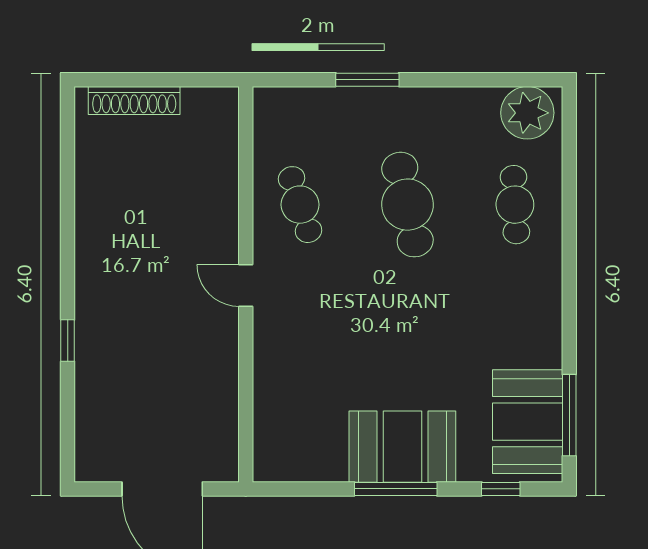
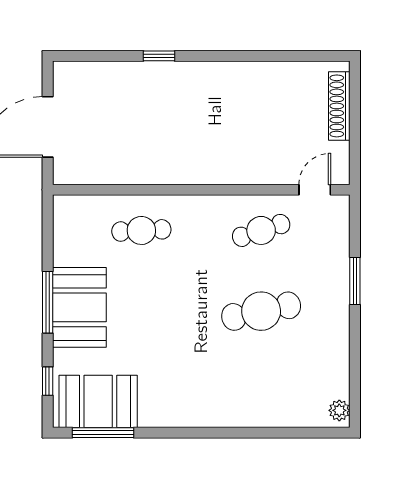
plant: (527, 113) -> (339, 410), width x0.53, depth x0.53
cafe table: (515, 205) -> (141, 230), moved
door: (246, 286) -> (315, 190), moved

